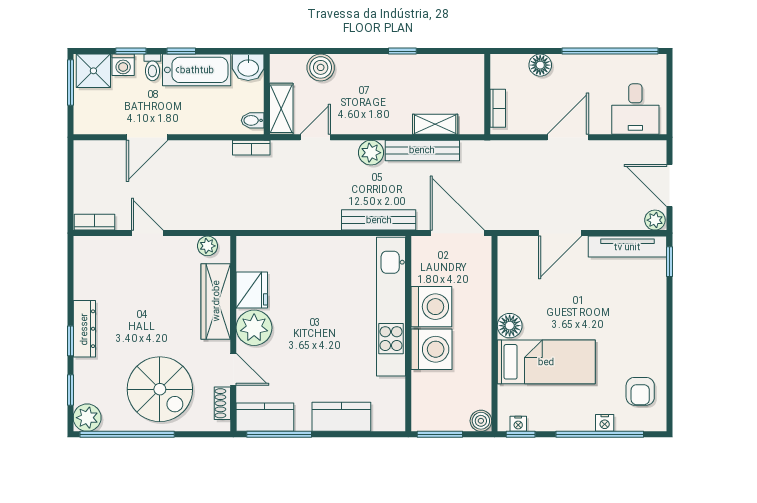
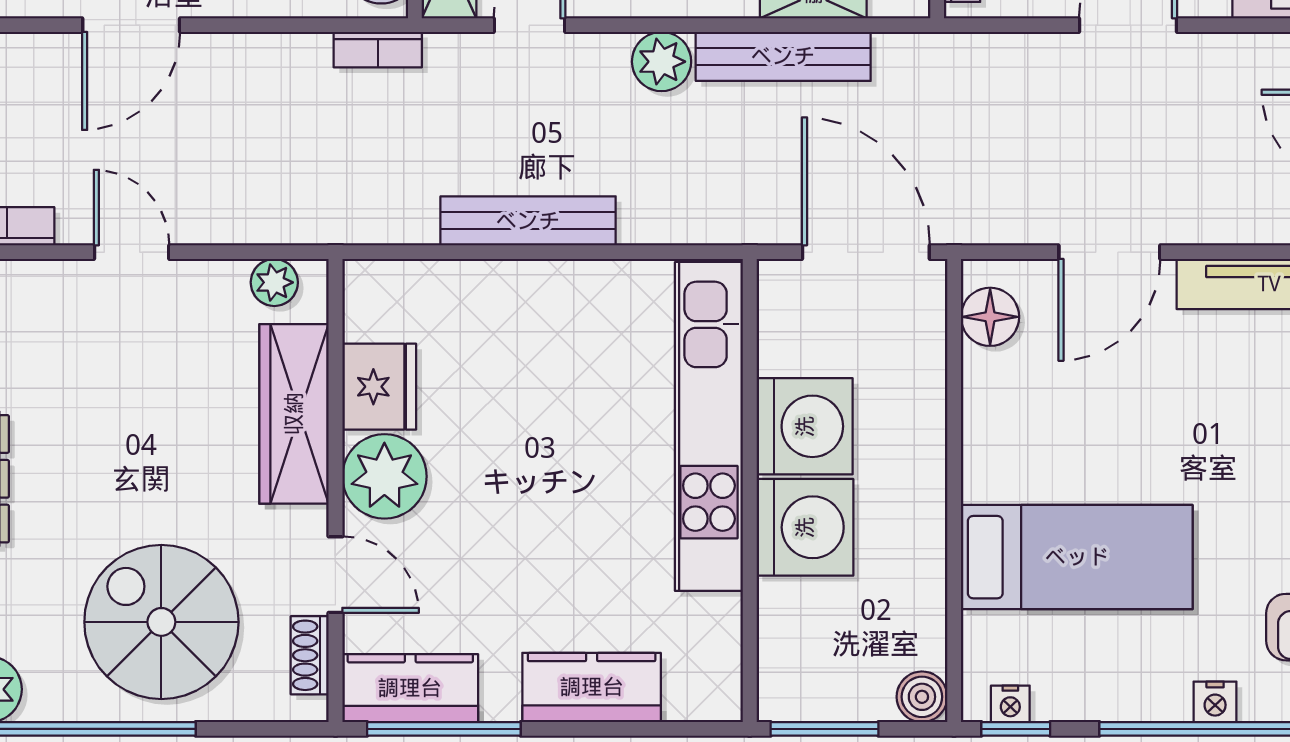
bench: (379, 220) -> (528, 221), moved
floor lamp: (510, 326) -> (990, 317), moved
spiral stairs: (160, 389) -> (161, 622), turned 180

